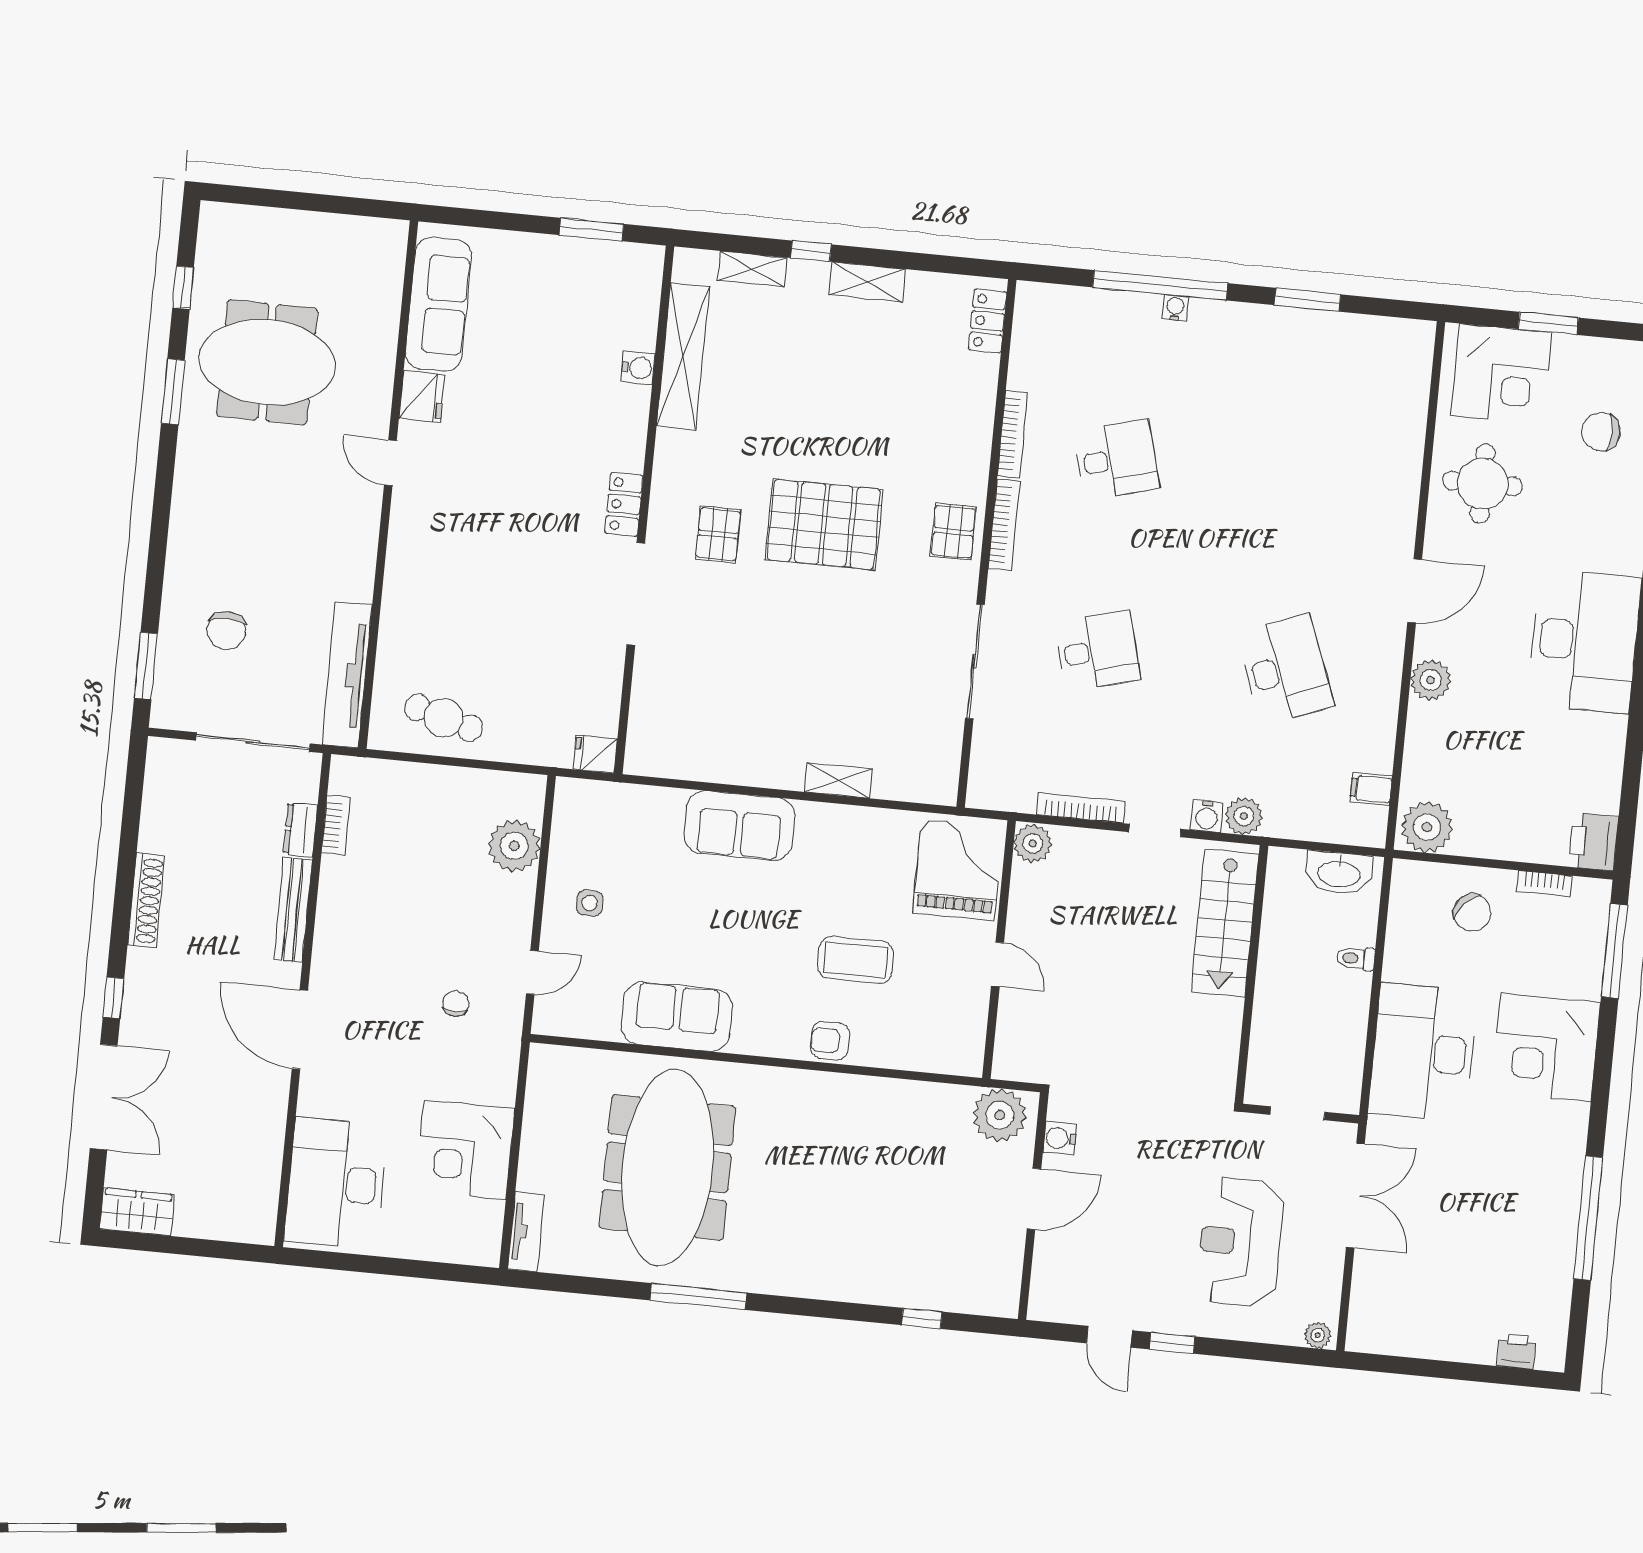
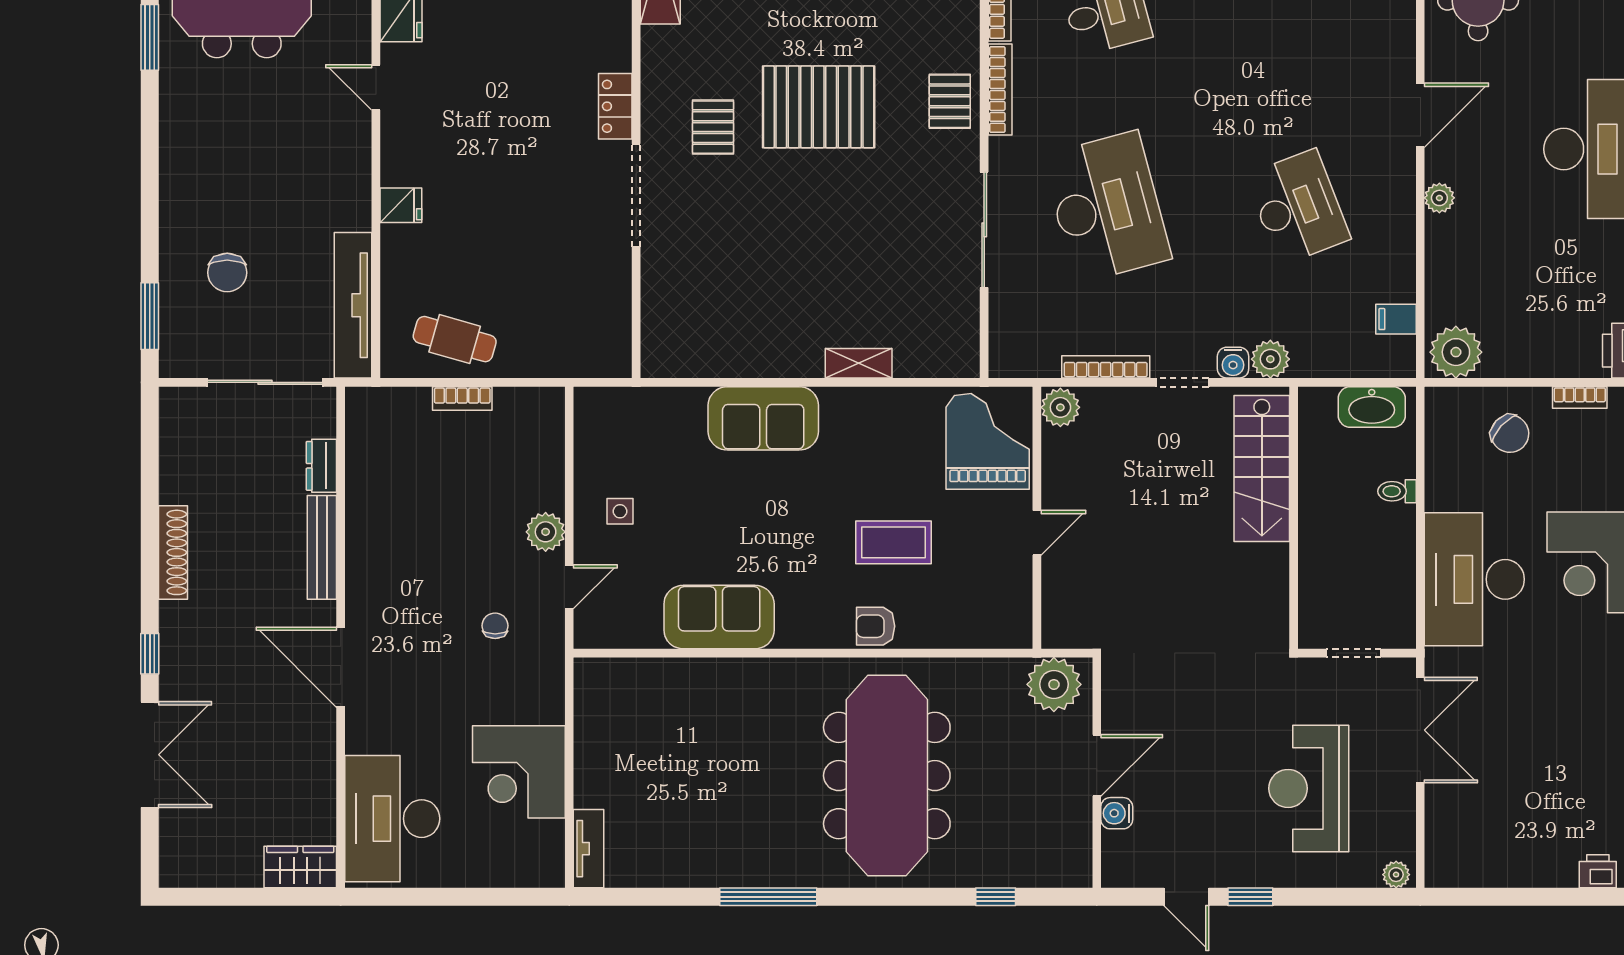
desk: (1097, 651) -> (1107, 207), width x1.87, depth x1.30
plant: (1431, 680) -> (1439, 198), width x0.73, depth x0.73
fridge: (595, 754) -> (401, 205), moved, turned 180
bookcase: (336, 825) -> (462, 398), moved, turned 90
plant: (514, 846) -> (546, 532), moved, width x0.73, depth x0.73
door: (998, 964) -> (1037, 533), hinge flipped
water cooler: (1060, 1138) -> (1117, 813), moved
meeting table: (667, 1167) -> (887, 776), moved
wardrobe: (137, 1212) -> (300, 867), moved

